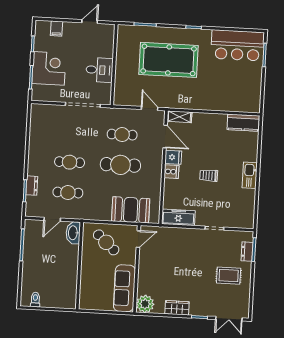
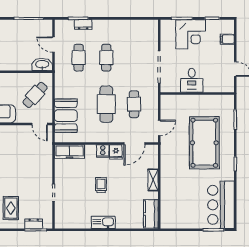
shelving: (179, 117) -> (153, 180), moved
freezer: (178, 217) -> (70, 151), moved, turned 90

